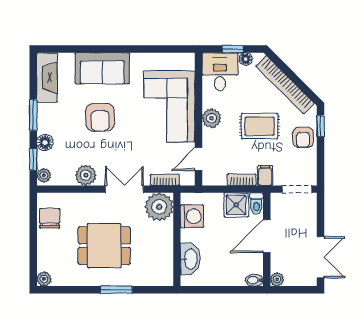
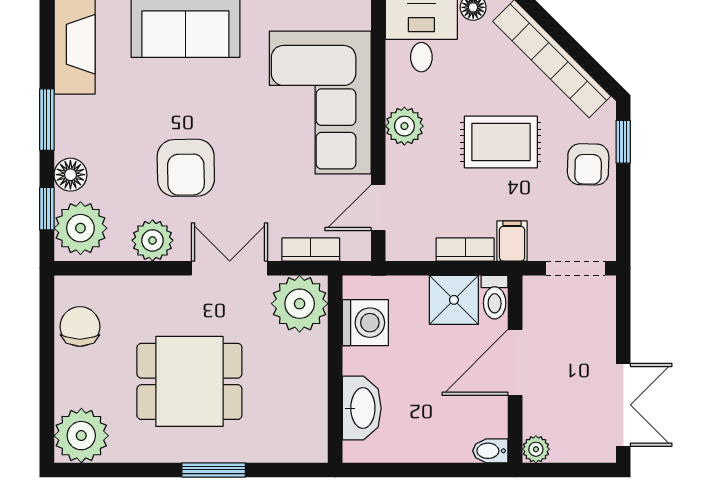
armchair: (100, 117) -> (186, 168), moved
plant: (44, 175) -> (80, 228), width x1.88, depth x1.88
plant: (44, 279) -> (81, 436), width x1.88, depth x1.88

